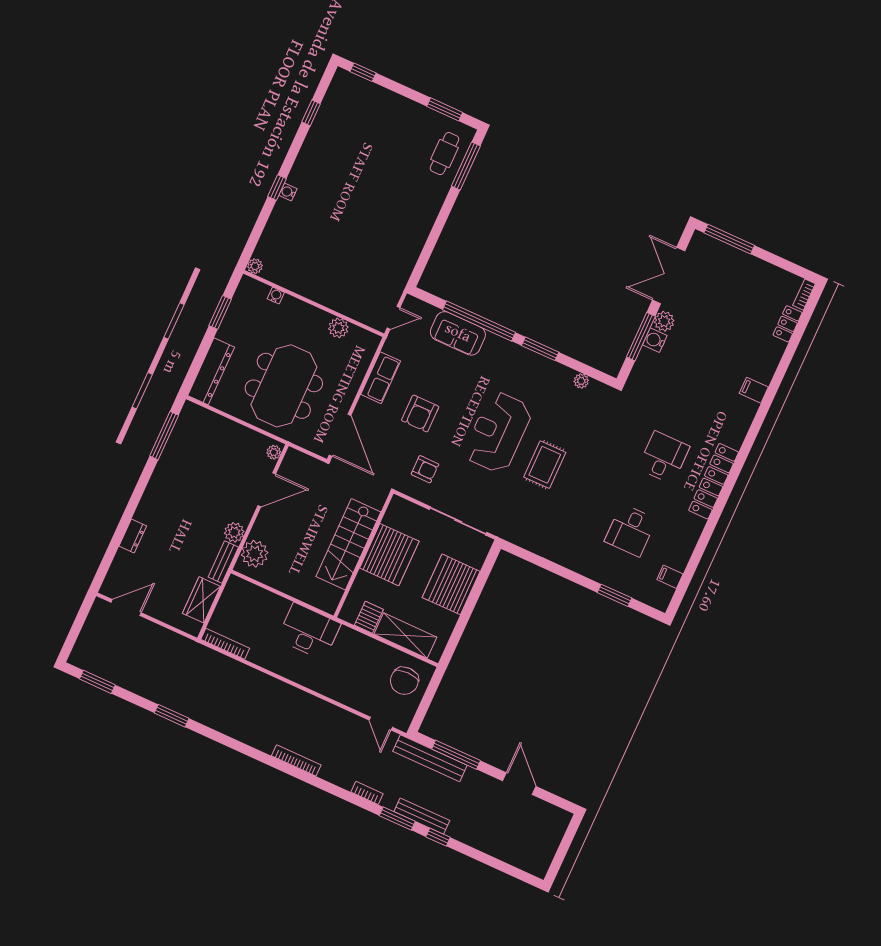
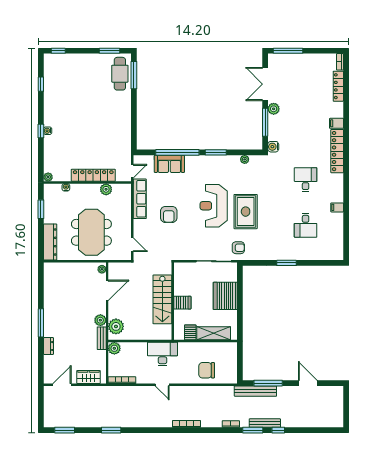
cafe table: (445, 154) -> (120, 74), width x1.37, depth x1.35
locker: (328, 296) -> (93, 175), added
locker: (788, 324) -> (338, 86), width x1.53
water cooler: (655, 340) -> (273, 147), moved
row of seats: (381, 378) -> (140, 199), width x1.48
door: (340, 435) -> (132, 245), width x0.53
window: (164, 436) -> (41, 323), moved
rug: (545, 465) -> (246, 212), width x1.36, depth x1.43
armchair: (425, 469) -> (238, 248), moved
locker: (714, 481) -> (337, 151), moved
server rack: (389, 555) -> (182, 303), width x0.46, depth x0.70
filing cabinet: (670, 577) -> (337, 207), moved
plant: (236, 587) -> (114, 348), added
window: (615, 595) -> (287, 263), moved
wardrobe: (202, 600) -> (89, 377), moved, turned 90
chair: (404, 681) -> (207, 370), moved, turned 90
door: (381, 724) -> (162, 385), moved

